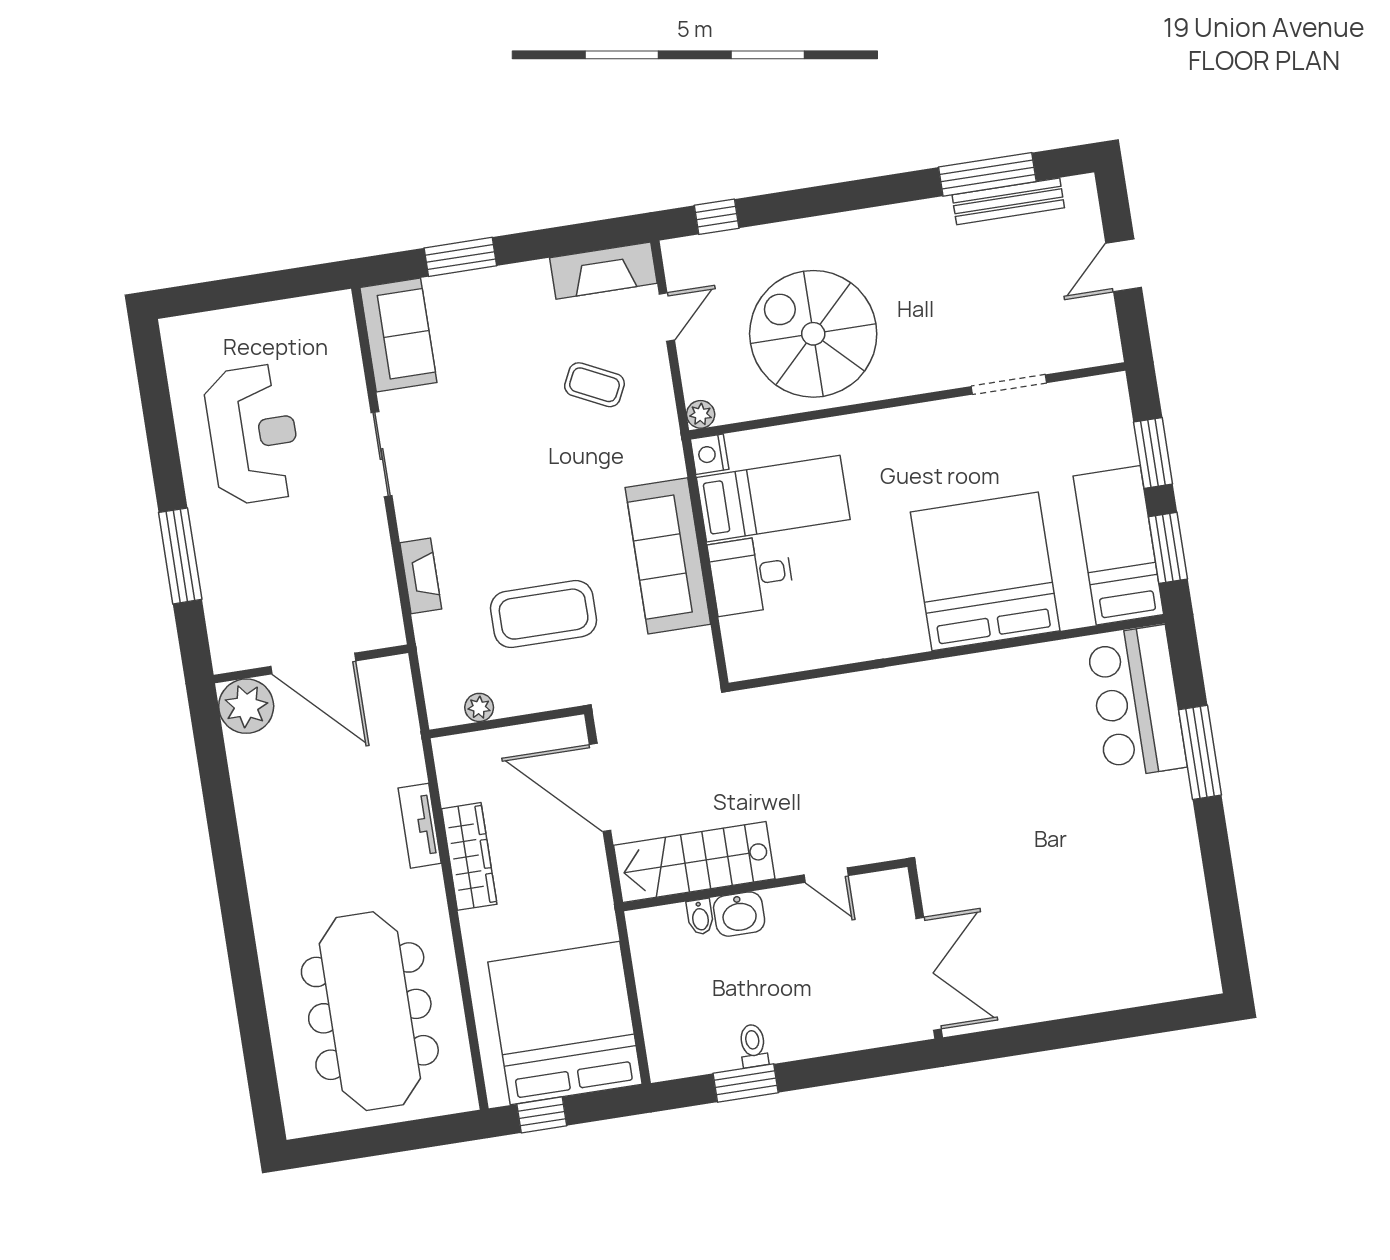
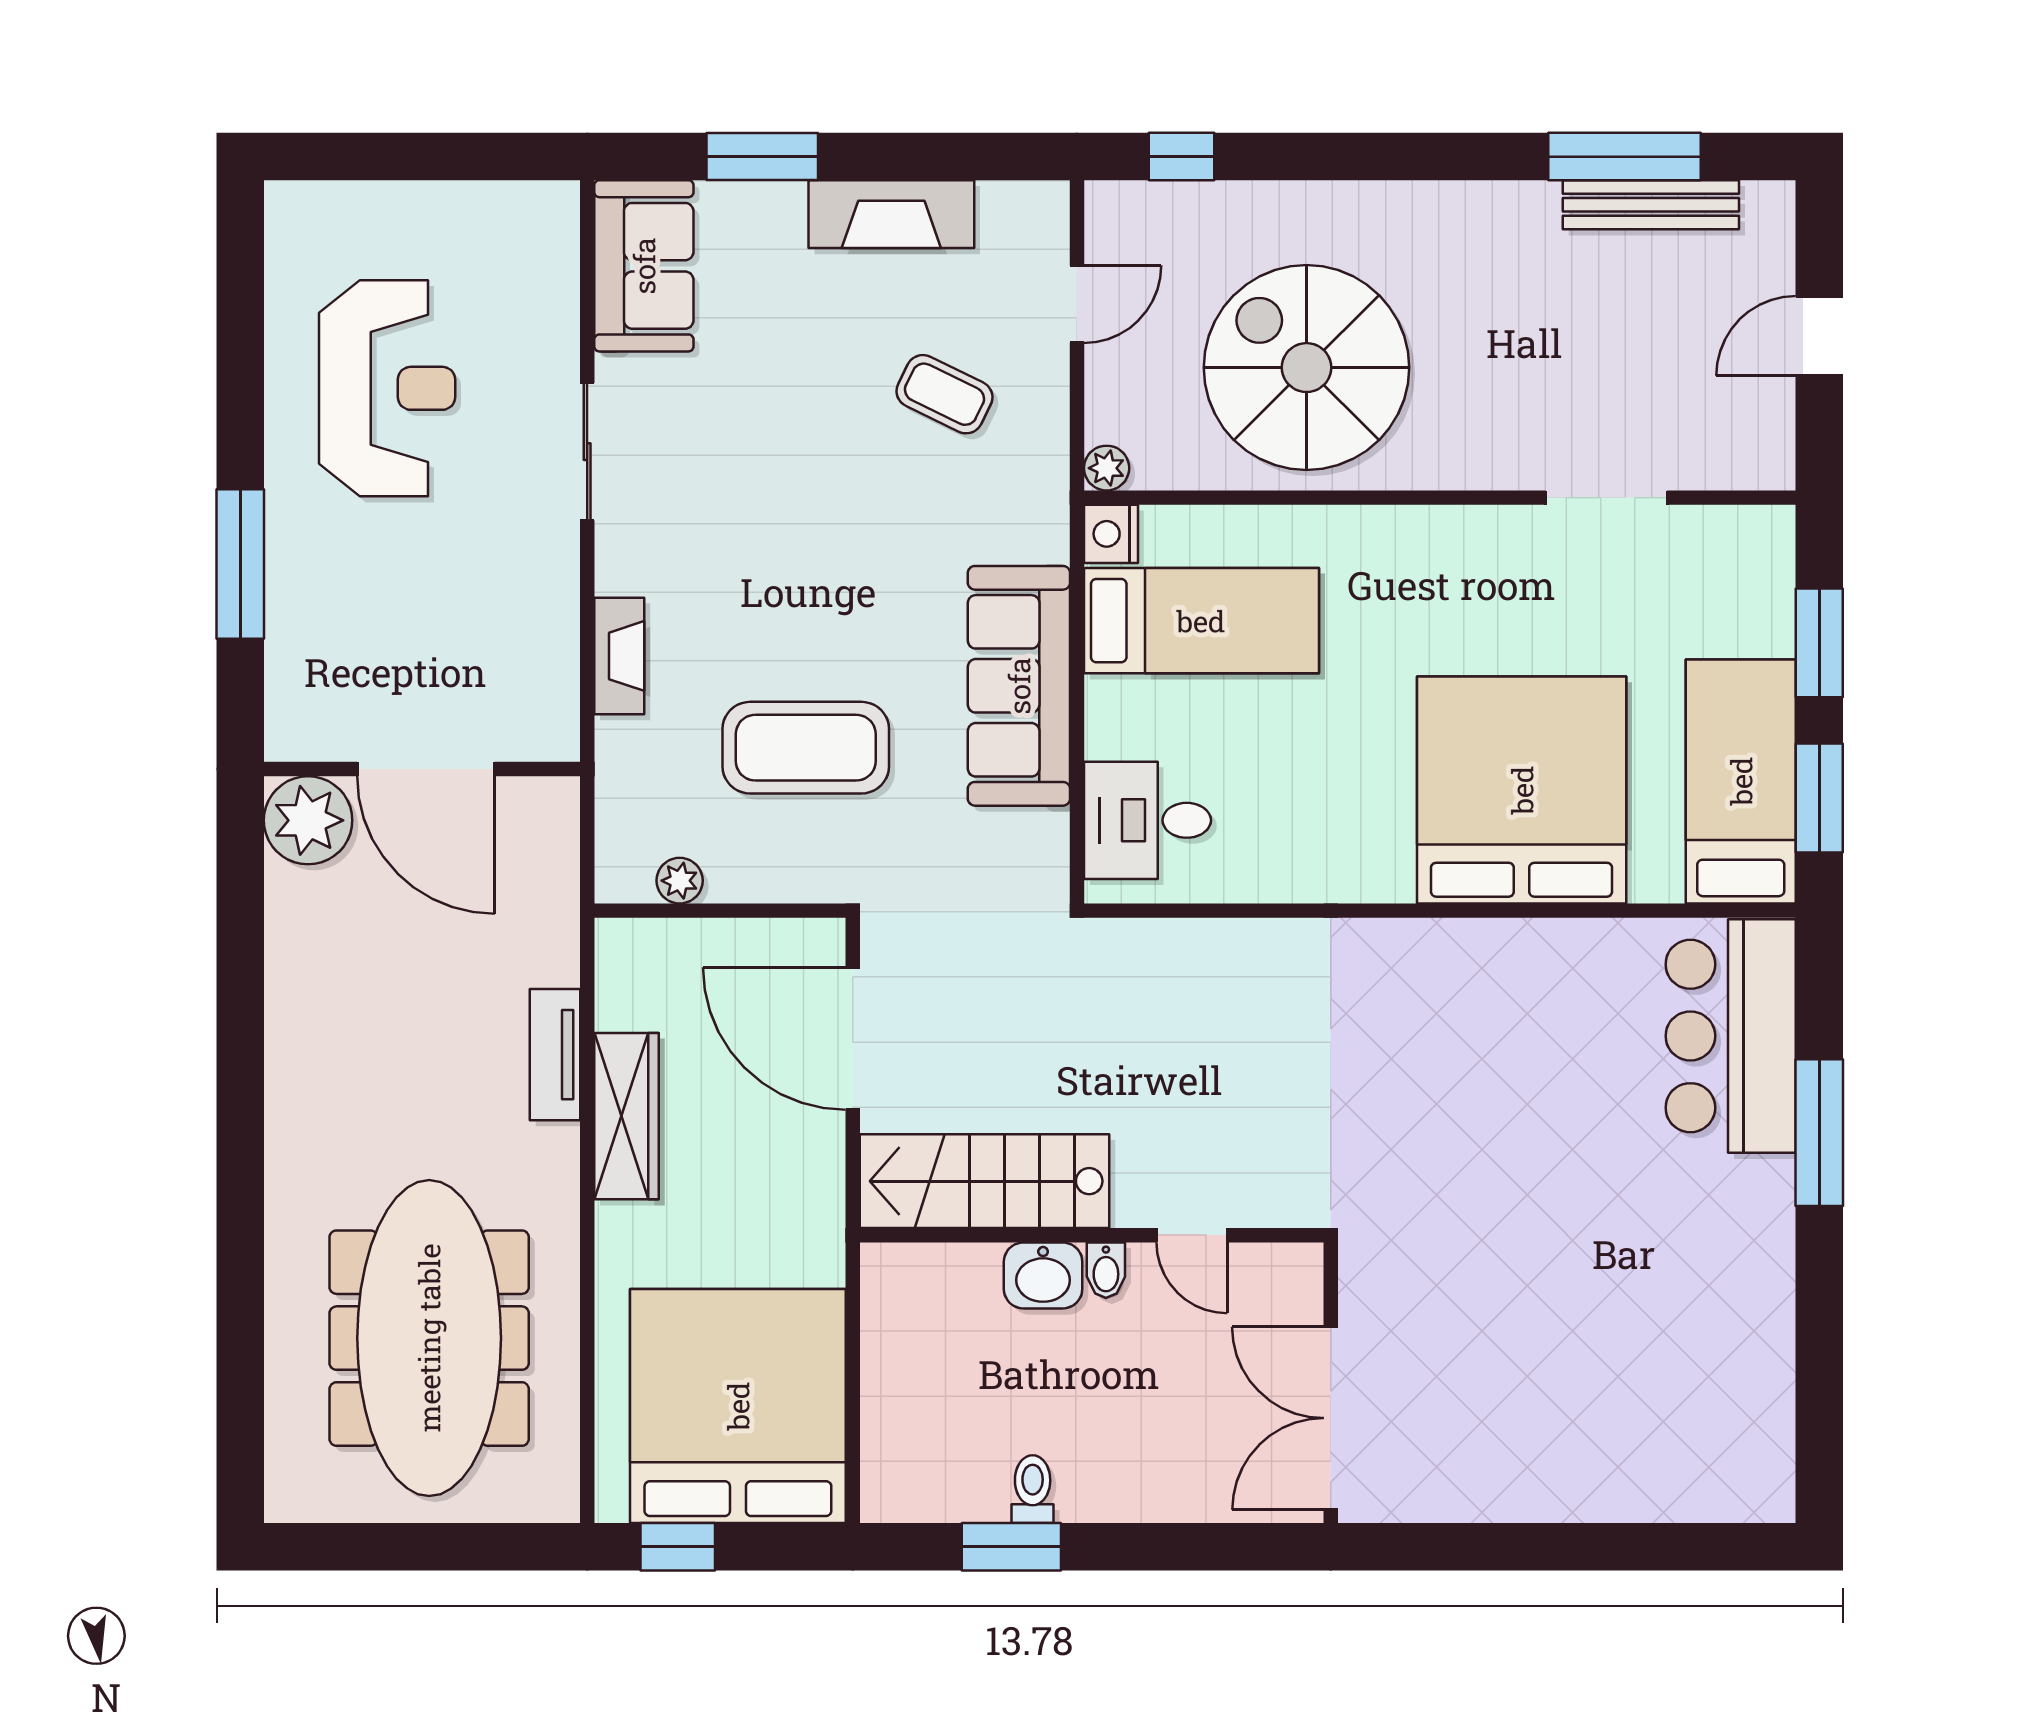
fireplace: (603, 271) -> (891, 214), moved
desk: (751, 575) -> (1147, 820), moved
bidet: (700, 917) -> (1106, 1270), moved
double door: (929, 974) -> (1331, 1418), swing flipped

